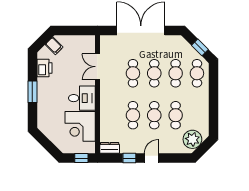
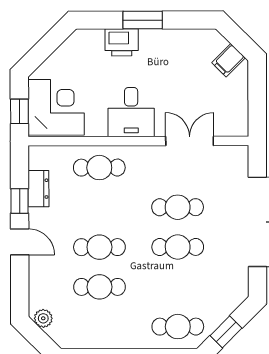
printer: (44, 68) -> (122, 42), moved
cafe table: (176, 73) -> (178, 287), removed
cafe table: (133, 115) -> (99, 168), moved
corner desk: (80, 126) -> (56, 107), moved, turned 90
plant: (192, 139) -> (43, 318), width x0.53, depth x0.53
dresser: (110, 148) -> (38, 189), moved

